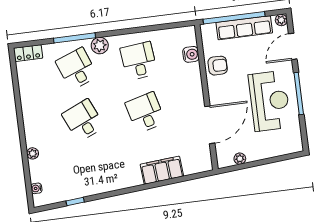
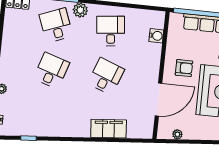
armchair: (218, 66) -> (184, 68), moved
desk: (145, 113) -> (106, 76), turned 36
desk: (83, 120) -> (51, 71), turned 42

